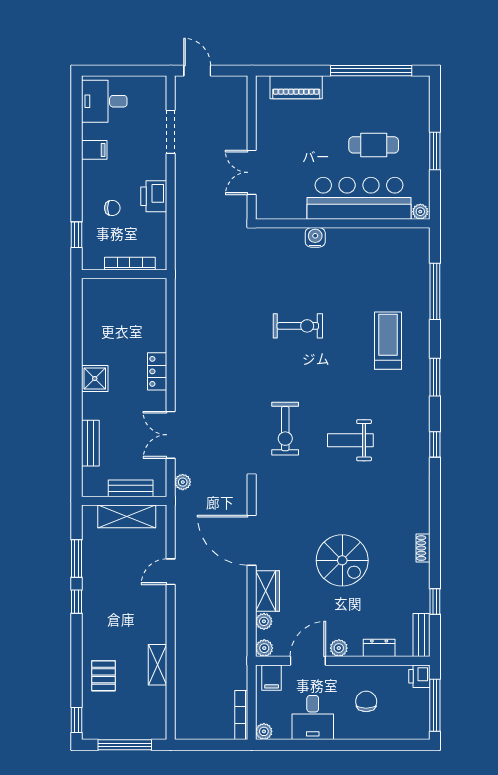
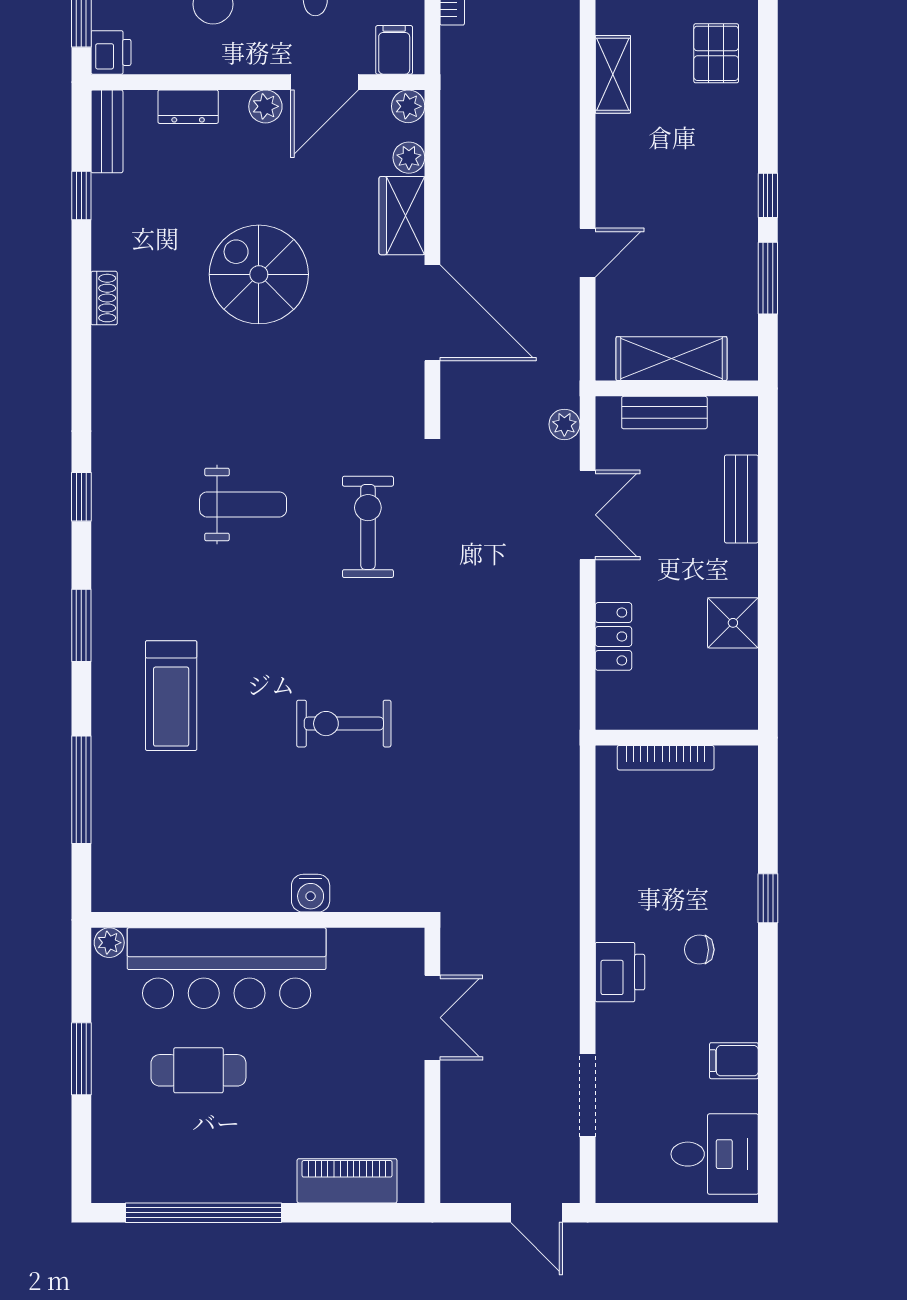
bookcase: (130, 264) -> (666, 758), moved
wall: (124, 274) -> (677, 738), moved

